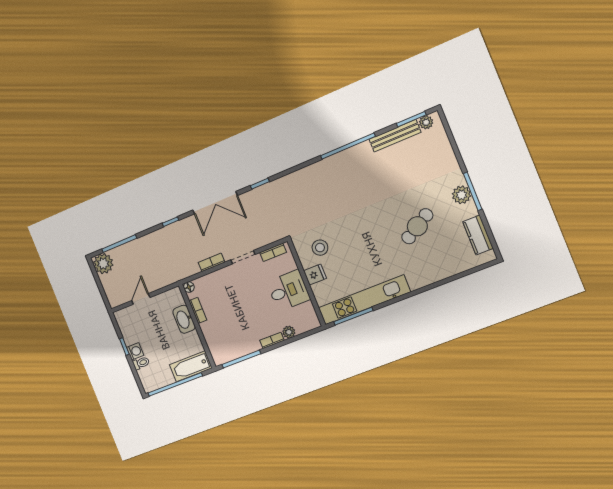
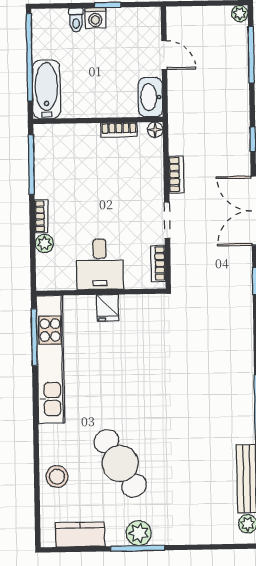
cafe table: (417, 226) -> (120, 463), width x1.37, depth x1.35
stool: (320, 248) -> (57, 477), moved
plant: (103, 264) -> (240, 13), width x0.53, depth x0.53
washbasin: (184, 319) -> (150, 97), moved, turned -90

